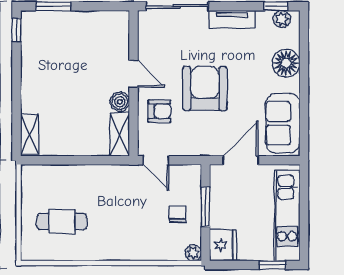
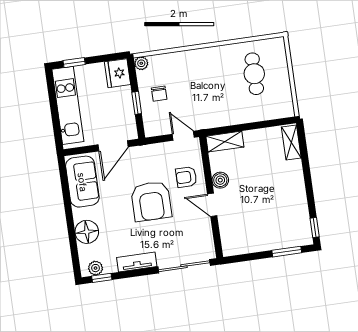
shelving: (120, 135) -> (225, 142), moved, turned 90
window: (205, 207) -> (137, 103), width x0.67
cafe table: (62, 222) -> (254, 74), turned 90

